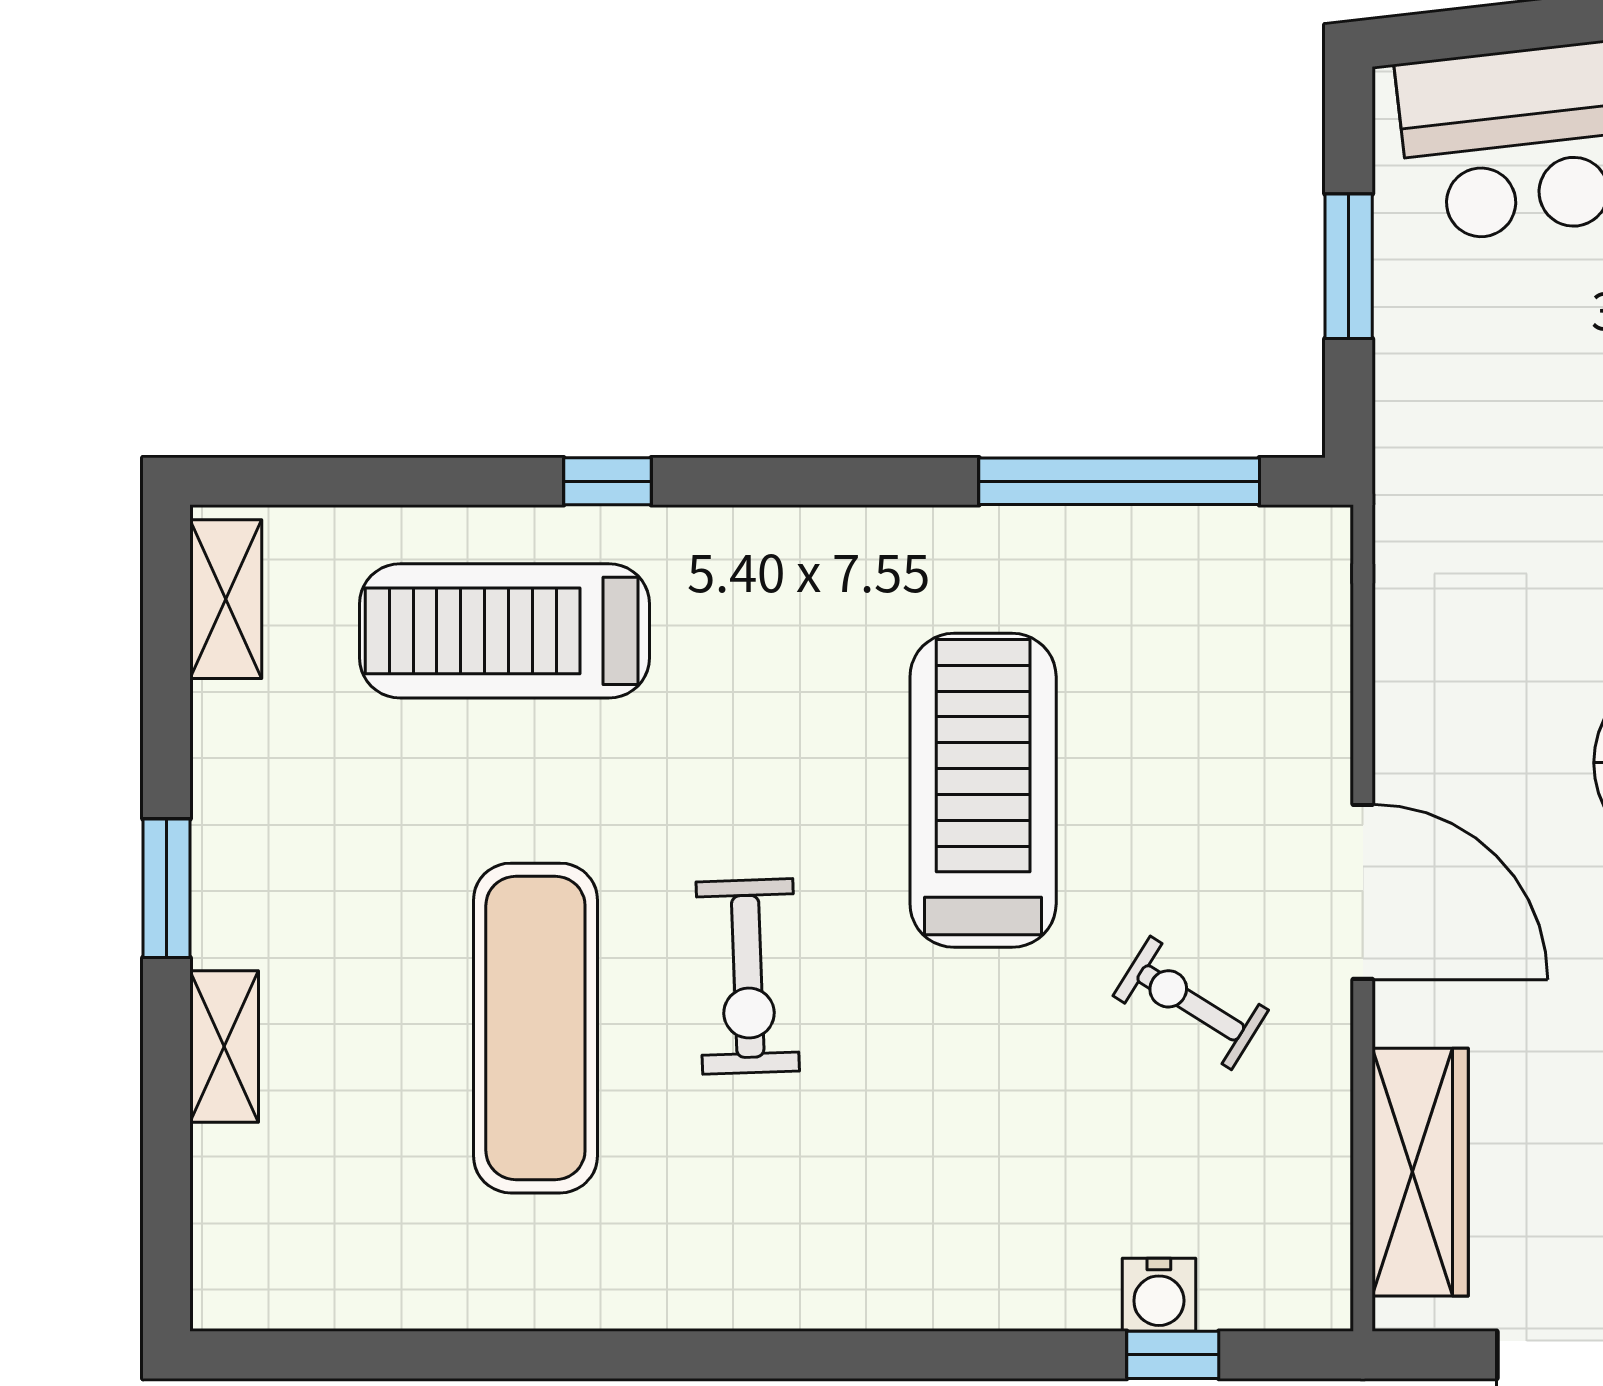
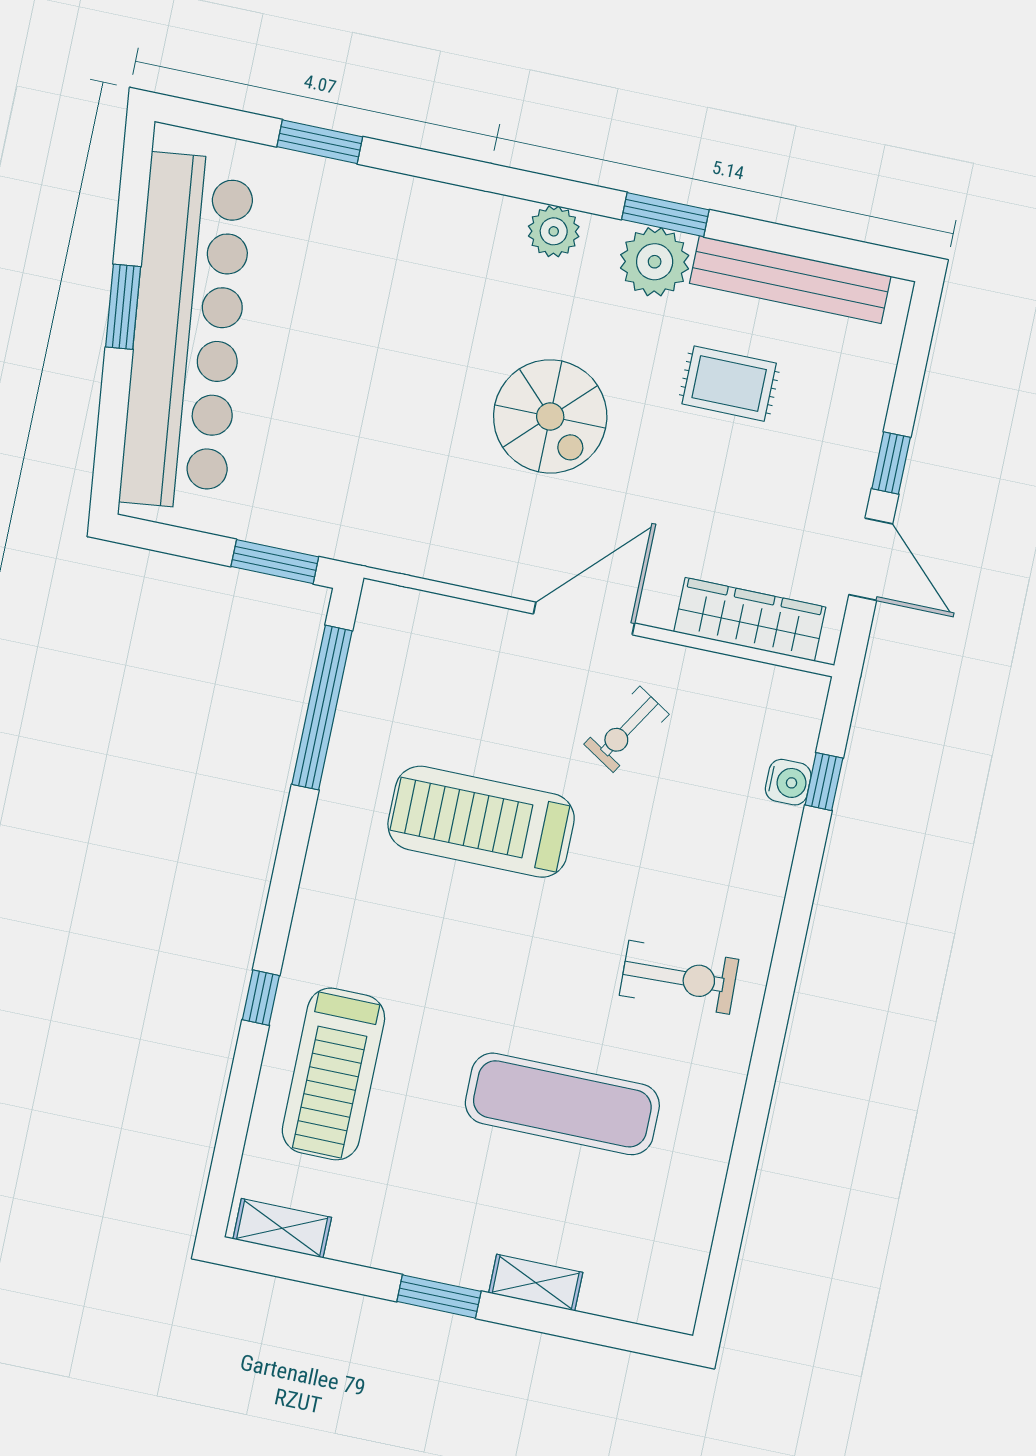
window: (1349, 266) -> (275, 562), moved
exercise bike: (748, 976) -> (679, 977), moved

